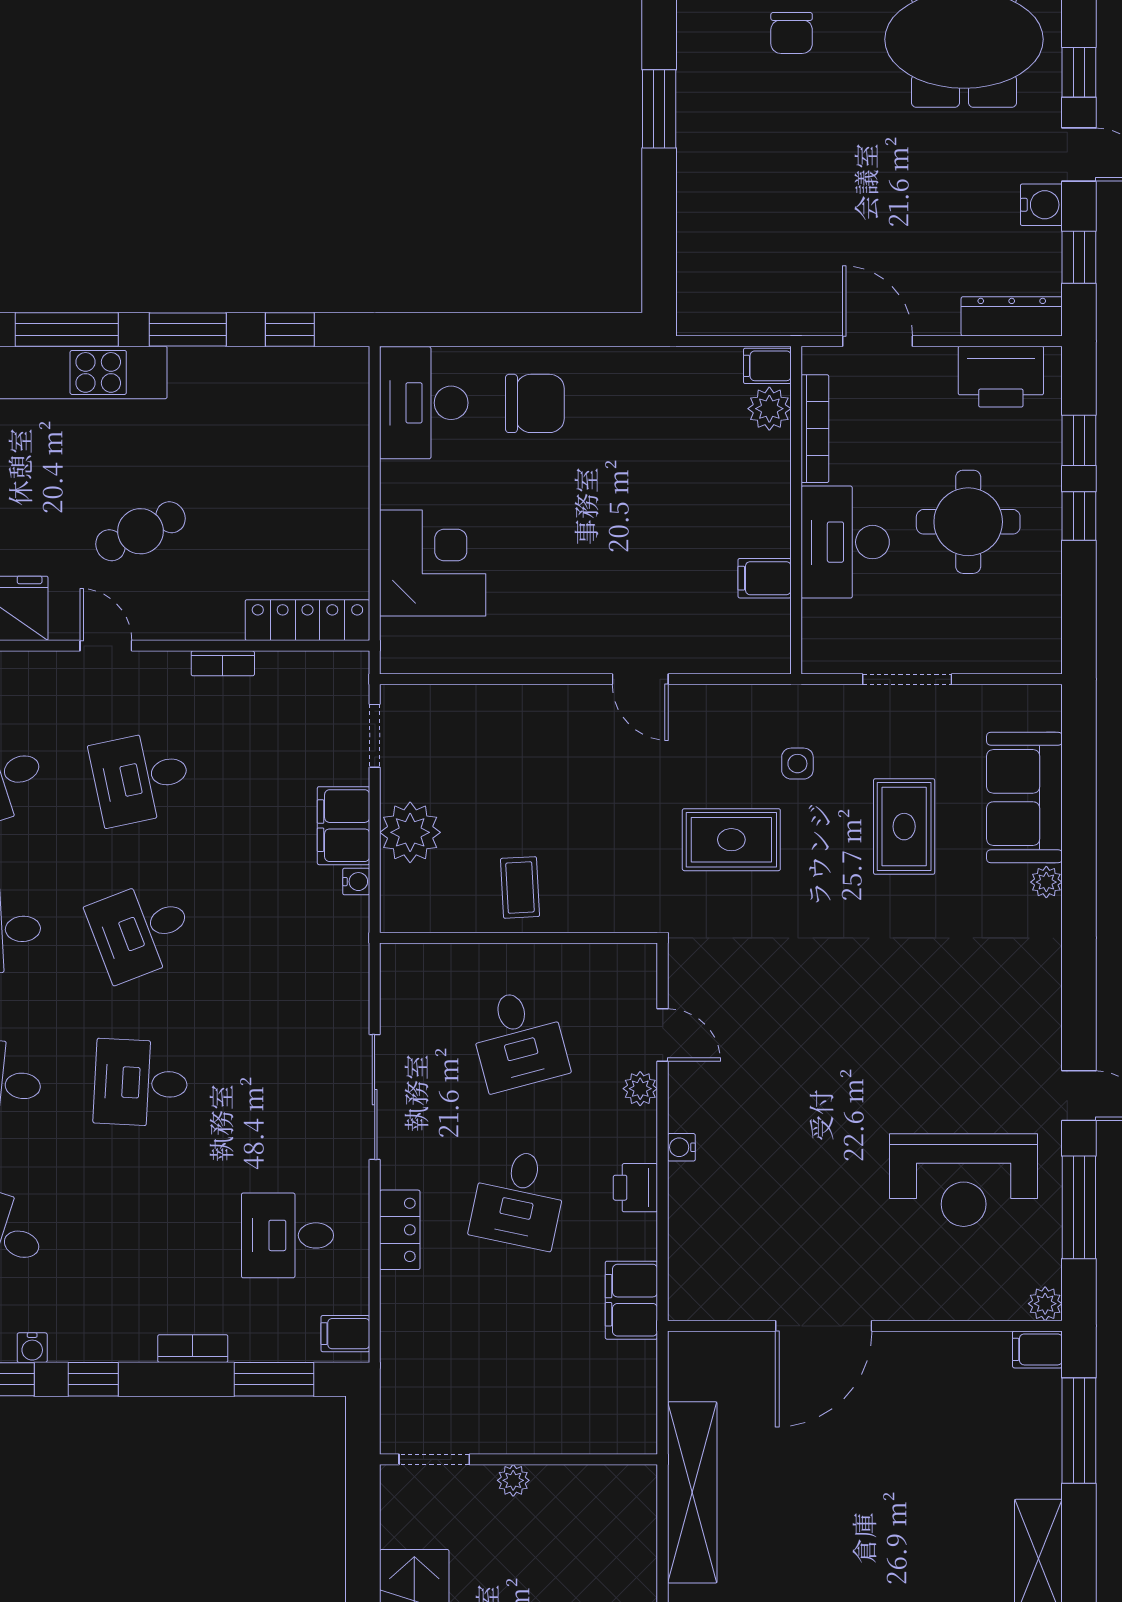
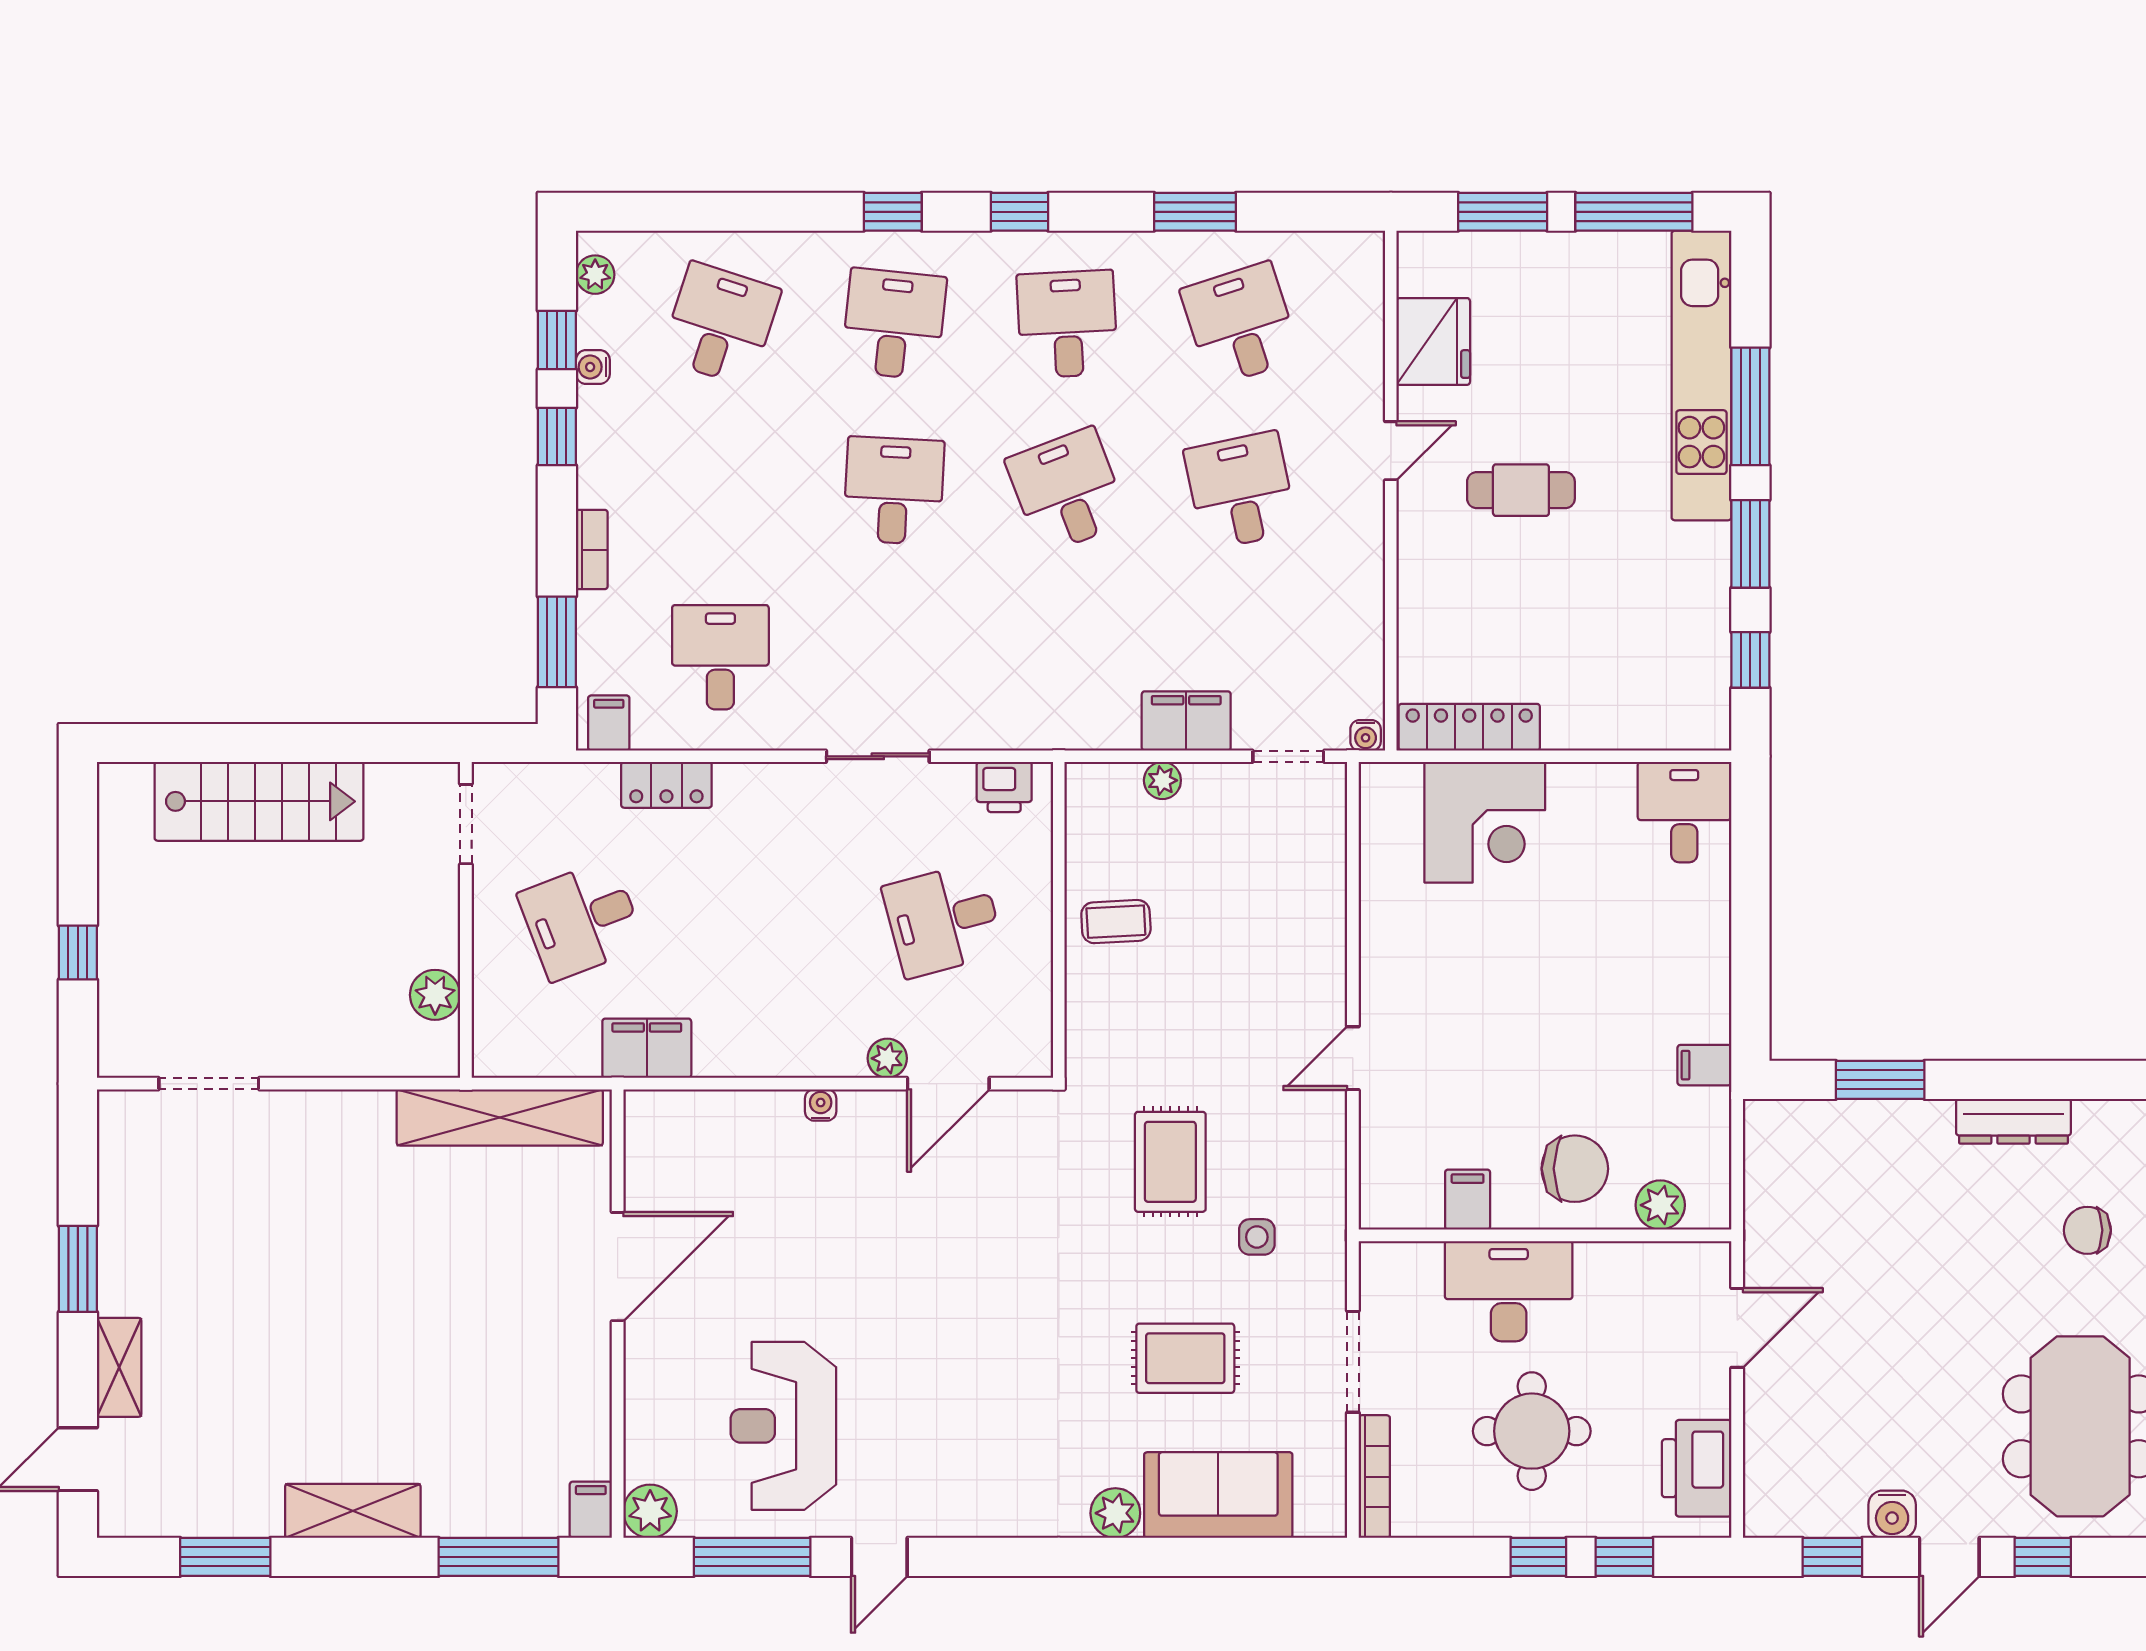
window: (659, 109) -> (1880, 1080), moved
dresser: (1012, 316) -> (2013, 1121), moved, turned 90
filing cabinet: (767, 366) -> (1704, 1065), moved, turned -90
desk: (424, 403) -> (1684, 812), width x0.73
chair: (535, 403) -> (1575, 1169), moved, turned -90
bookcase: (815, 429) -> (1374, 1477), moved, turned -90
cafe table: (140, 531) -> (1521, 490), turned -65
locker: (307, 620) -> (1469, 727), moved, turned -90
bookcase: (223, 663) -> (1371, 584), removed
plant: (410, 832) -> (1162, 780), width x0.53, depth x0.53
water cooler: (356, 882) -> (1366, 735), moved
plant: (1046, 882) -> (1115, 1513), width x1.38, depth x1.38
door: (663, 1035) -> (948, 1084), width x1.38
sliding door: (375, 1097) -> (878, 756), width x0.73
printer: (635, 1188) -> (1004, 787), moved, turned 180
desk: (519, 1199) -> (581, 920), moved, turned -33
locker: (400, 1230) -> (666, 785), moved
plant: (1045, 1304) -> (650, 1511), width x1.38, depth x1.38
door: (824, 1326) -> (618, 1267), swing flipped
plant: (513, 1480) -> (435, 995), moved, width x1.38, depth x1.38
shelving: (692, 1492) -> (500, 1117), moved

